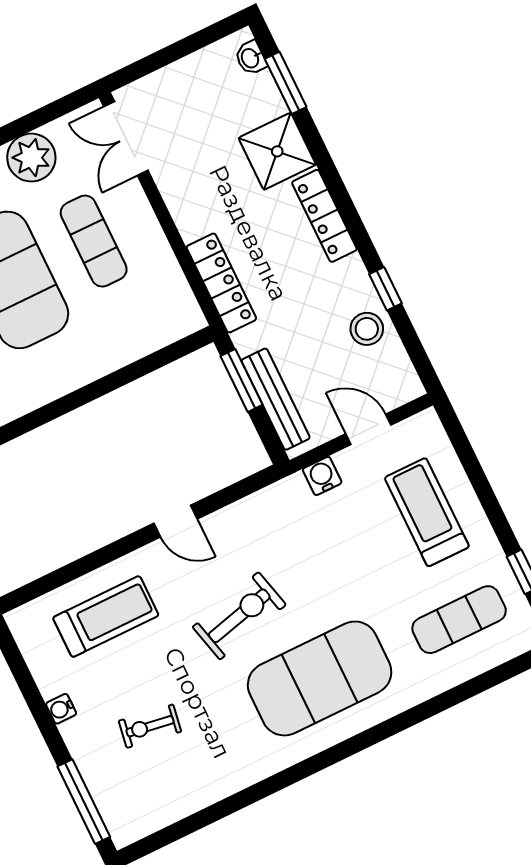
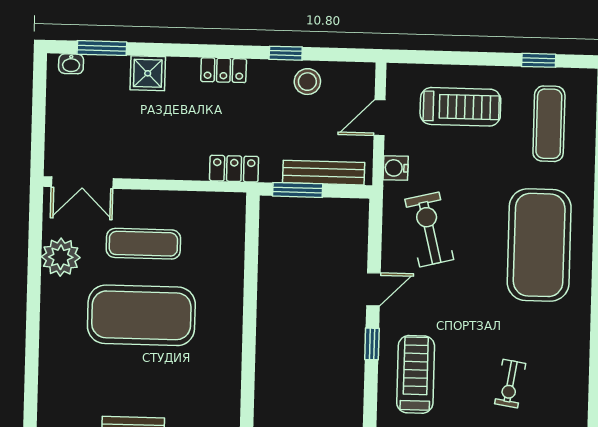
shower: (277, 151) -> (148, 73), width x0.73, depth x0.73
locker: (324, 216) -> (224, 70), width x0.66
locker: (221, 283) -> (234, 169), width x0.66
treadmill: (427, 512) -> (460, 107), turned 180
window: (114, 551) -> (372, 344), added
exercise bike: (239, 616) -> (429, 229), moved

